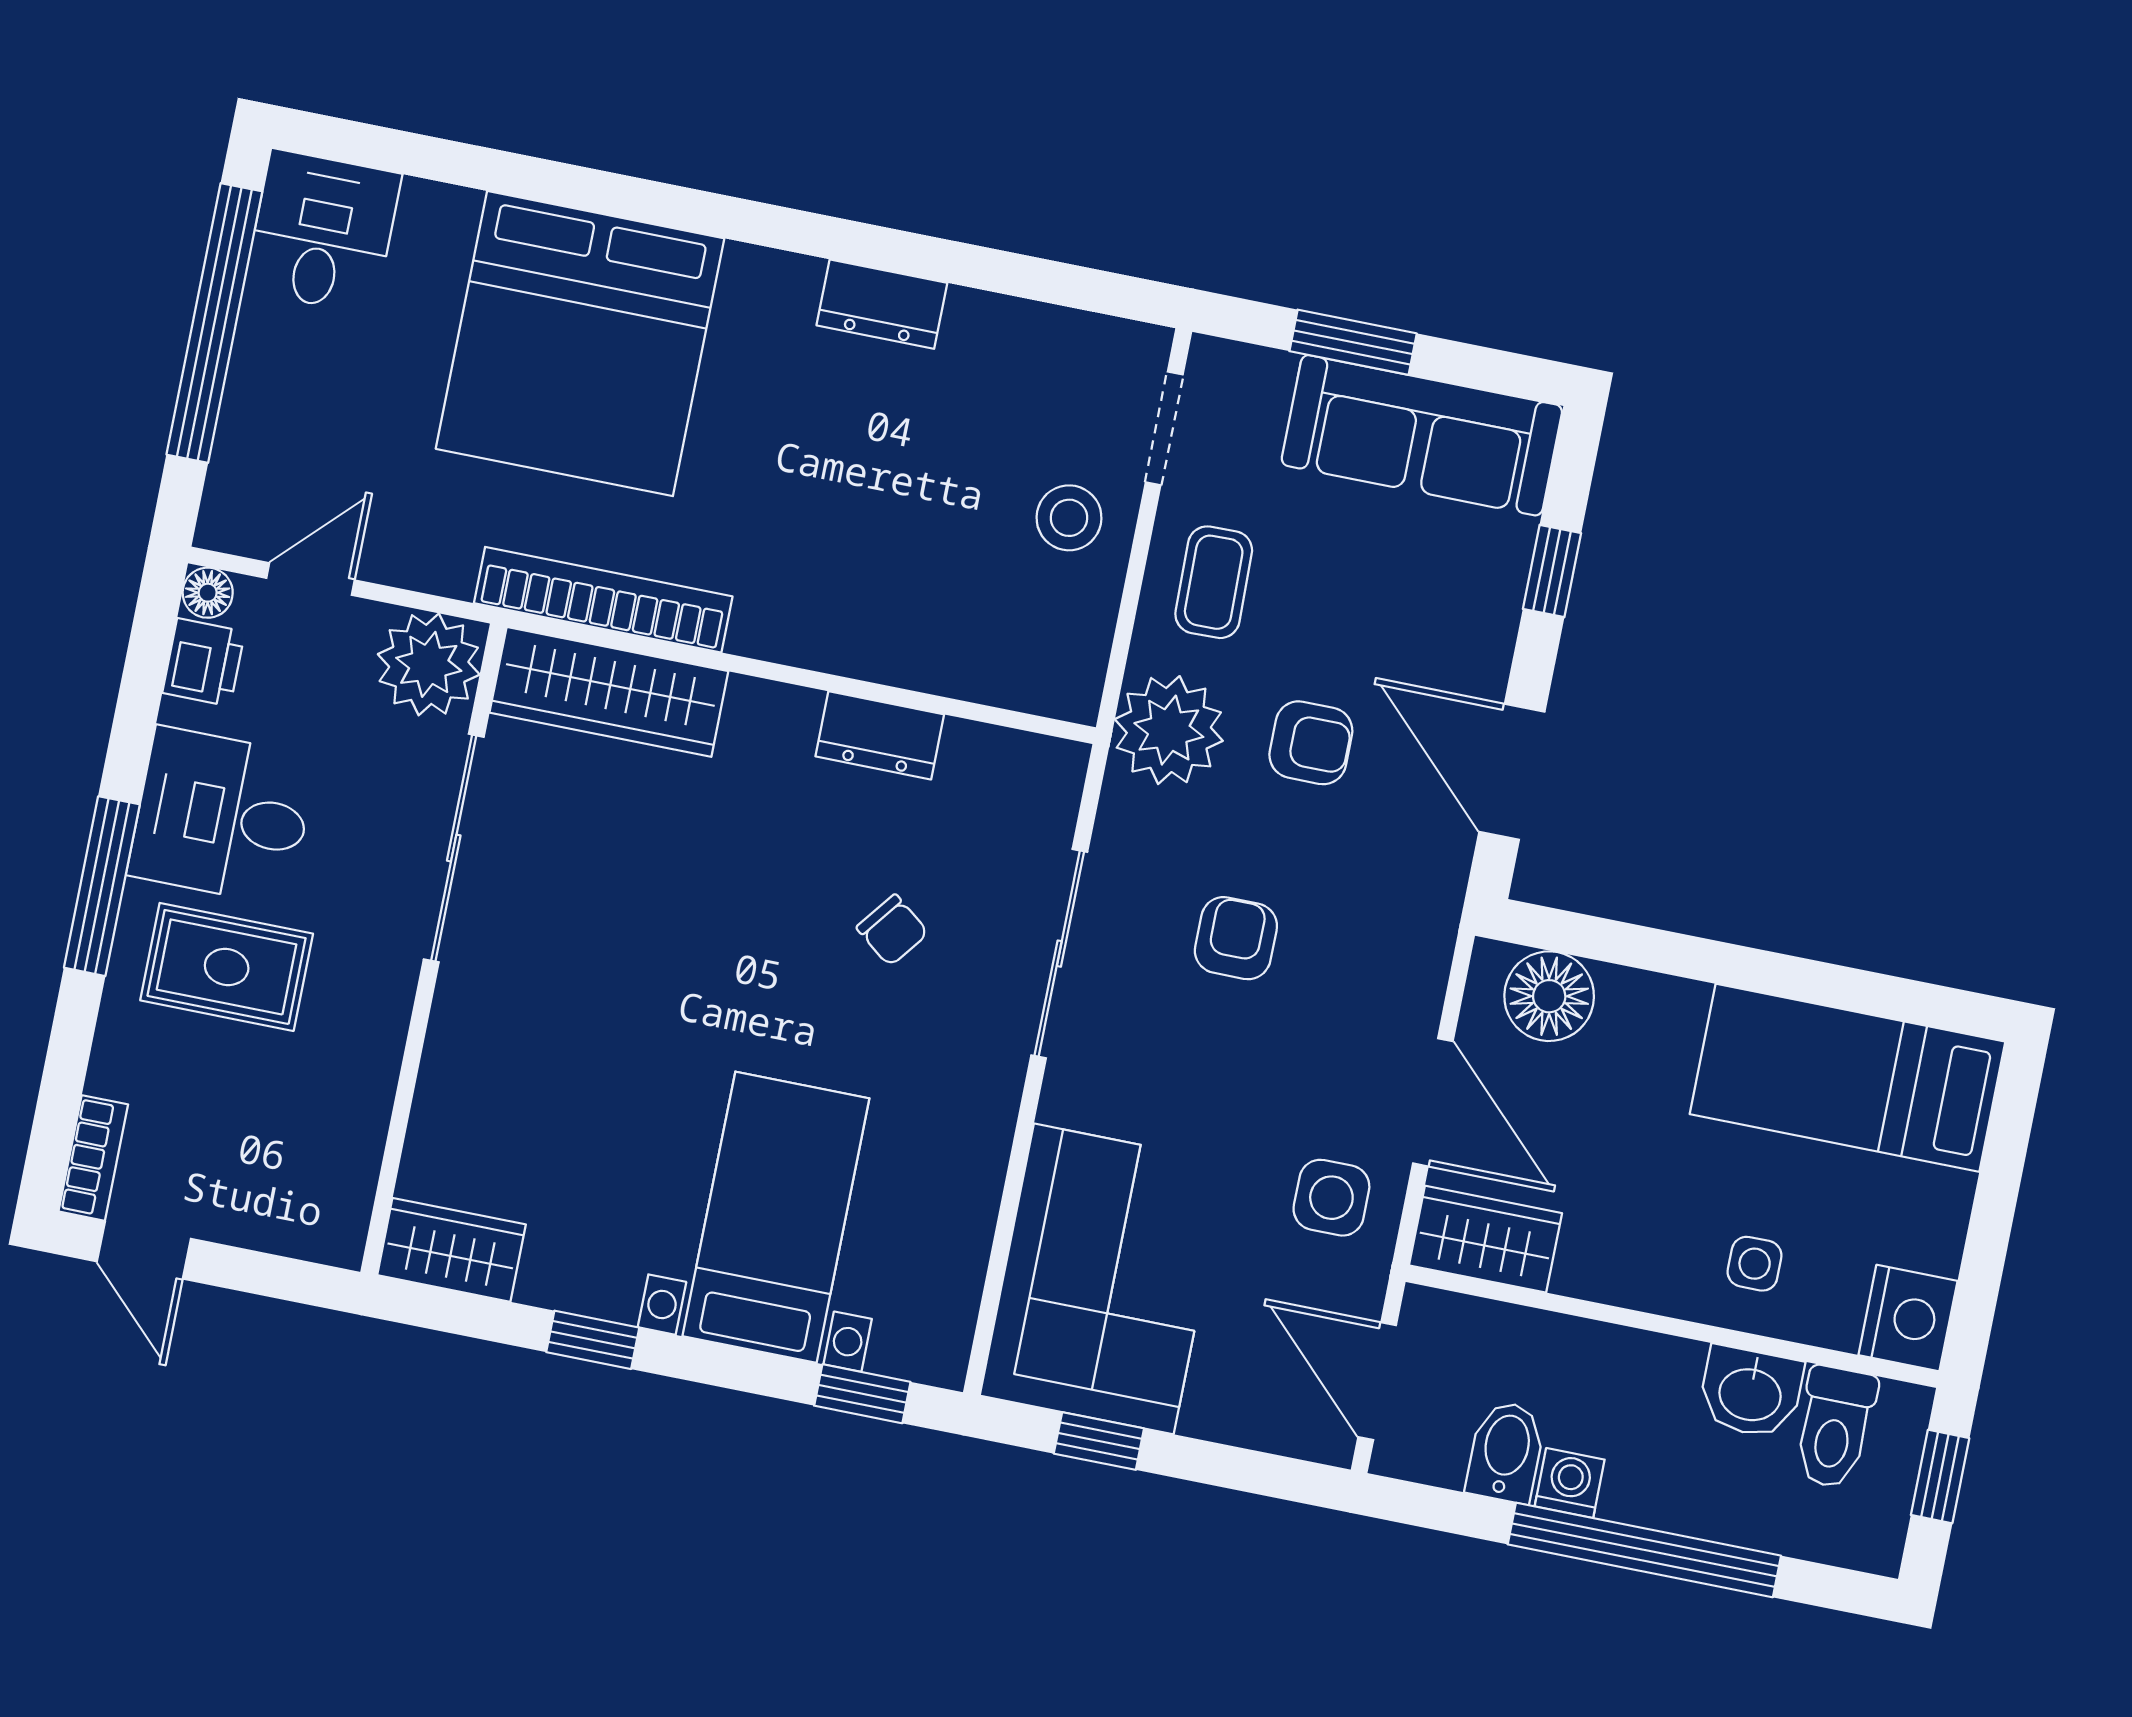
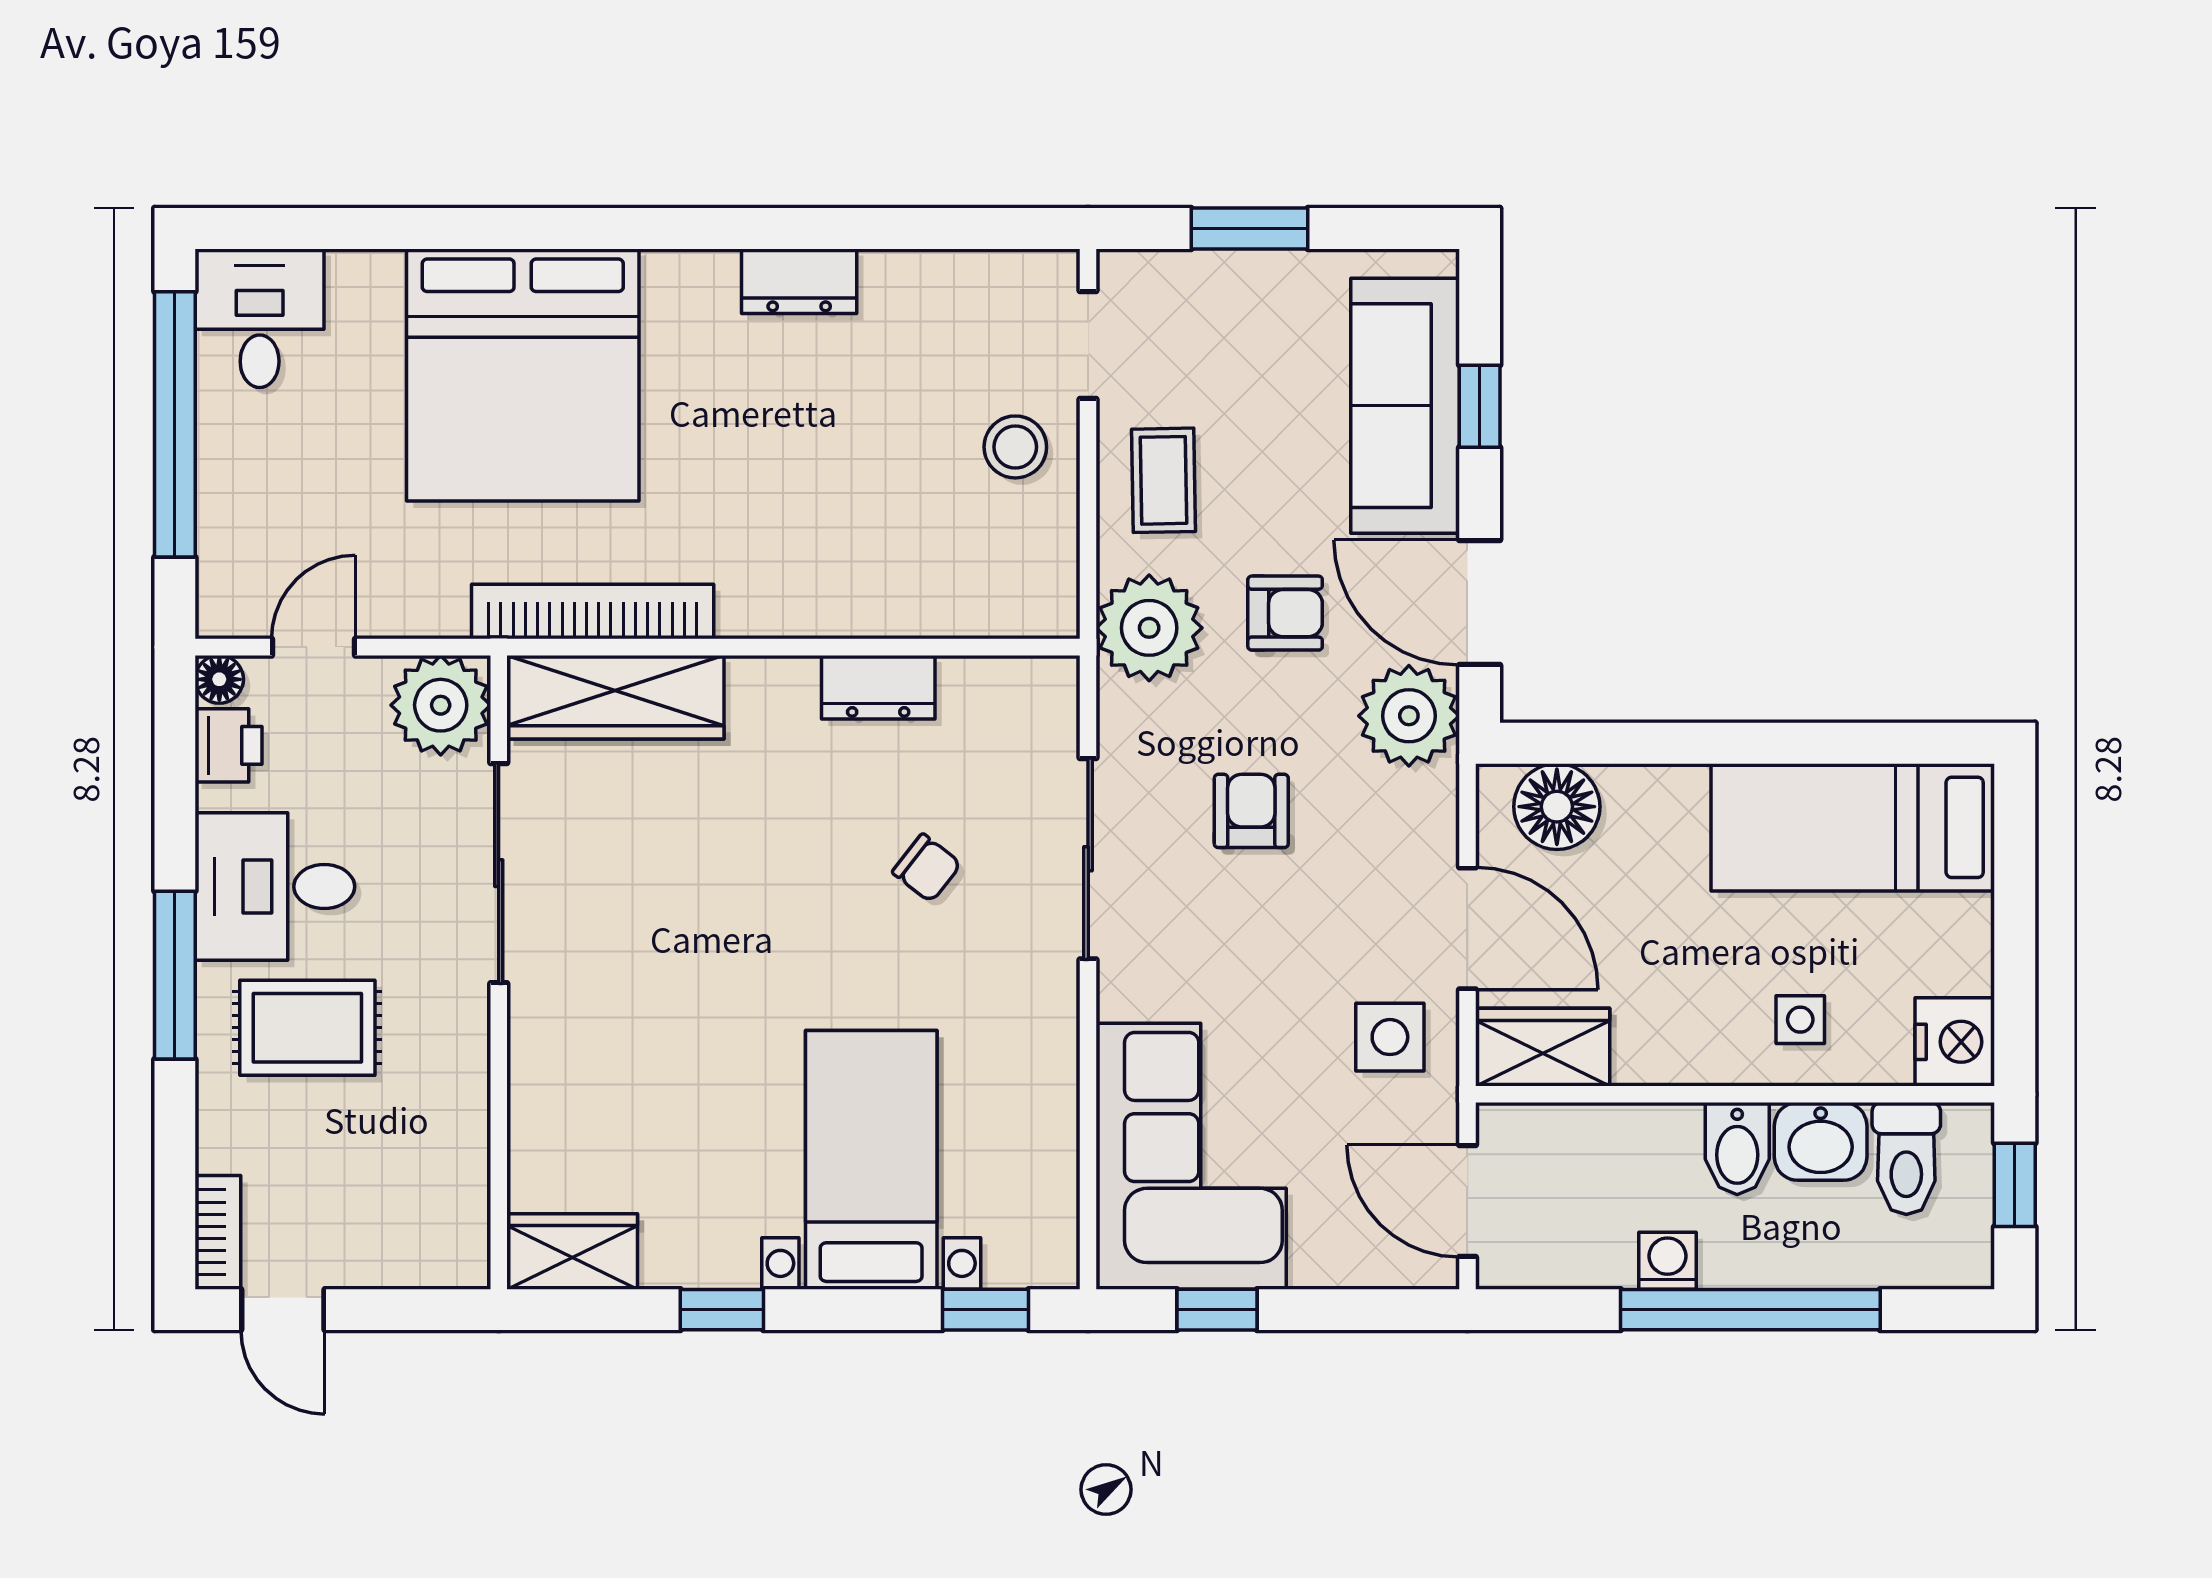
sofa: (1422, 435) -> (1405, 406), moved, turned 90
plant: (1417, 873) -> (1409, 716), added
bidet: (1506, 1452) -> (1737, 1148), moved, turned 180

